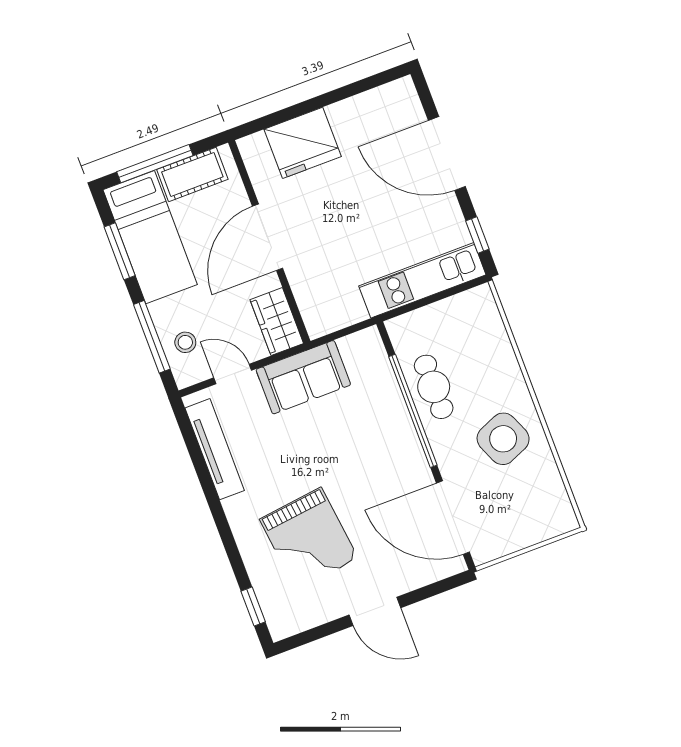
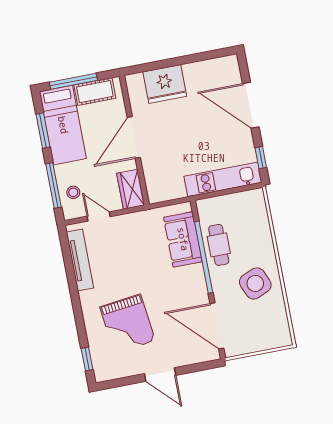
sofa: (303, 377) -> (183, 239), moved, turned 90

